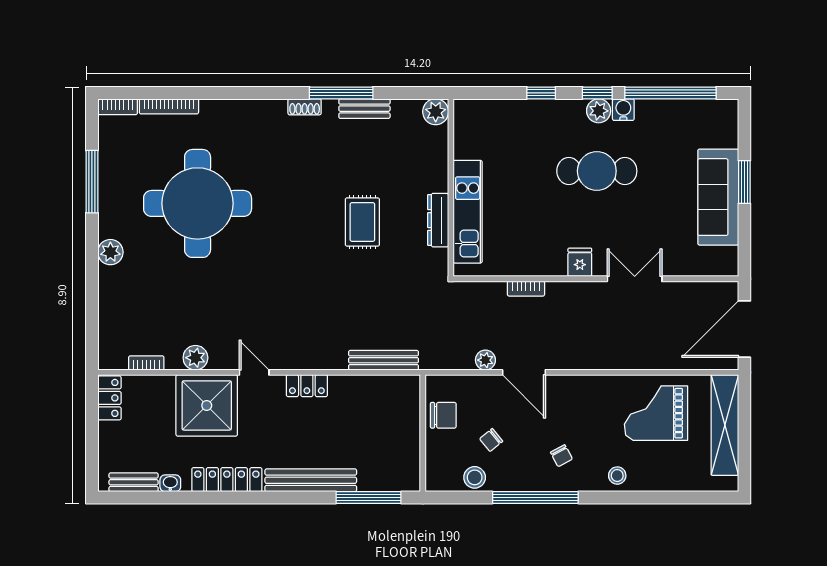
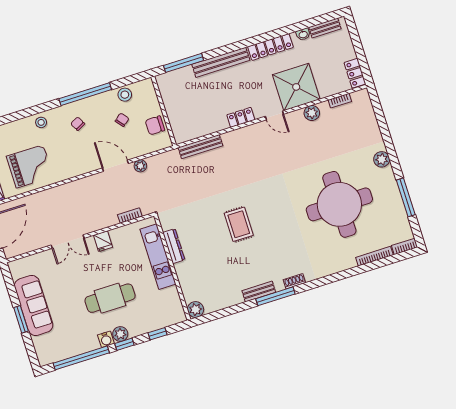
plant: (436, 112) -> (196, 310), moved
wall: (451, 188) -> (172, 268), moved
kitchen unit: (468, 212) -> (158, 257), moved
dresser: (438, 220) -> (174, 246), moved

